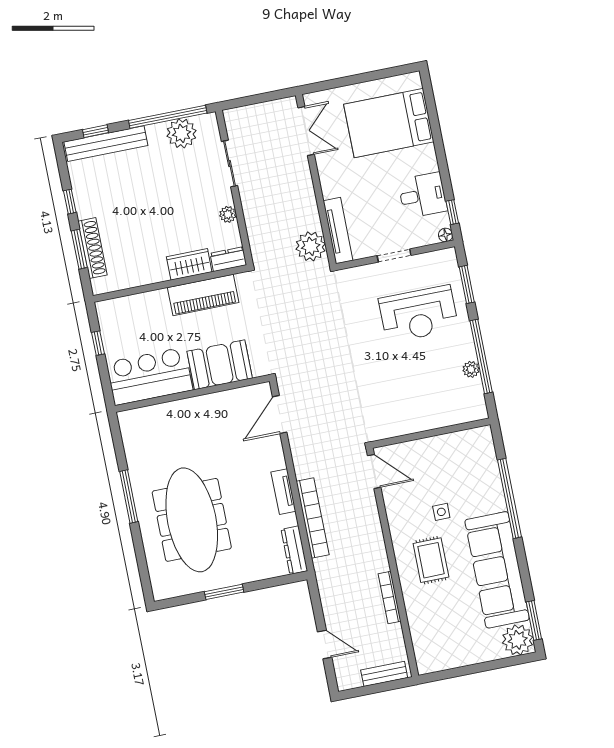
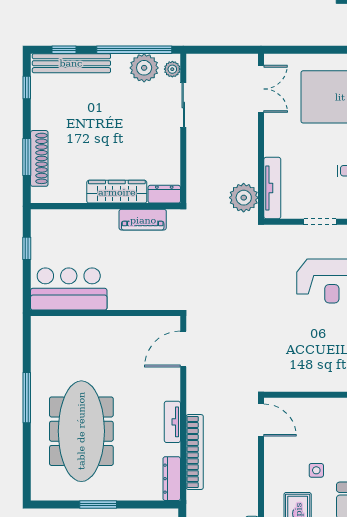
window: (70, 202) -> (27, 88), moved
plant: (228, 214) -> (172, 69), moved
wardrobe: (189, 264) -> (117, 192), width x1.50
piano: (203, 295) -> (143, 220), width x0.73, depth x0.75
booth: (220, 365) -> (136, 291), removed

